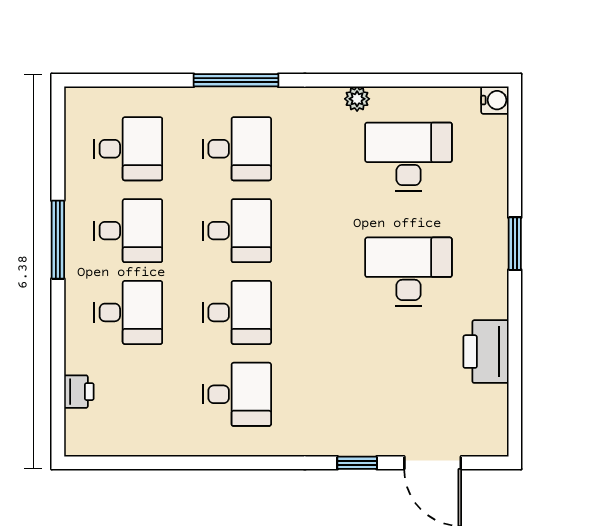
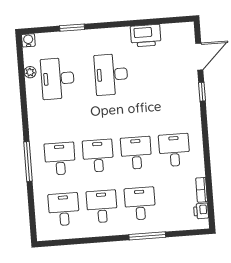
plant: (357, 99) -> (30, 72), moved
window: (58, 240) -> (147, 236), moved
window: (515, 244) -> (72, 28), moved
printer: (79, 392) -> (201, 211), moved, turned -90
bookcase: (148, 446) -> (202, 190), added

